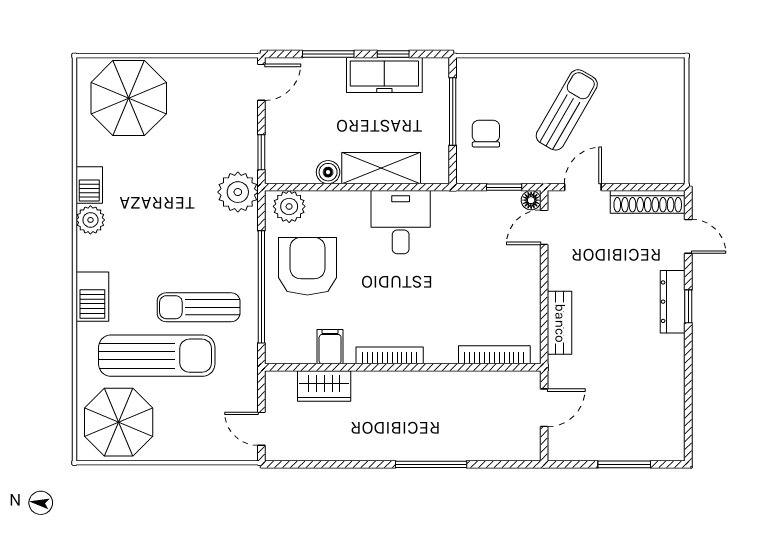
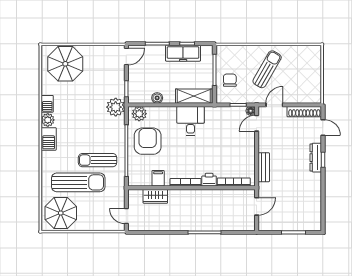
shelving: (381, 168) -> (194, 96), moved
barbecue: (92, 297) -> (49, 139), moved
printer: (441, 350) -> (209, 180), added

